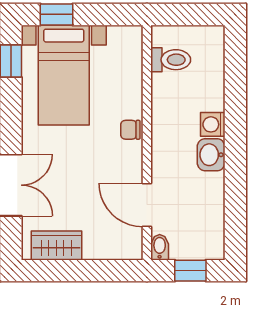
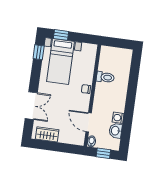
toilet: (171, 60) -> (105, 77), moved
washing machine: (213, 124) -> (118, 118), moved
washbasin: (211, 155) -> (116, 131), moved

